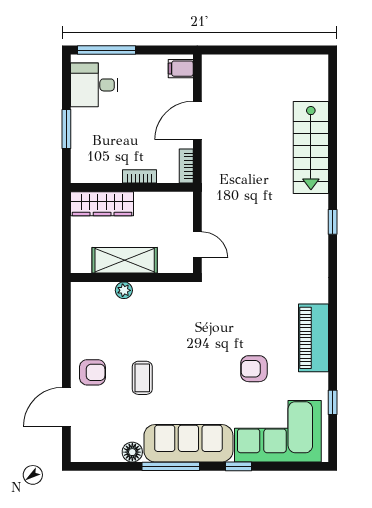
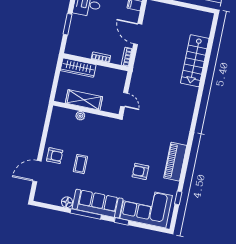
door: (197, 120) -> (138, 34), hinge flipped
window: (333, 222) -> (198, 102), removed

